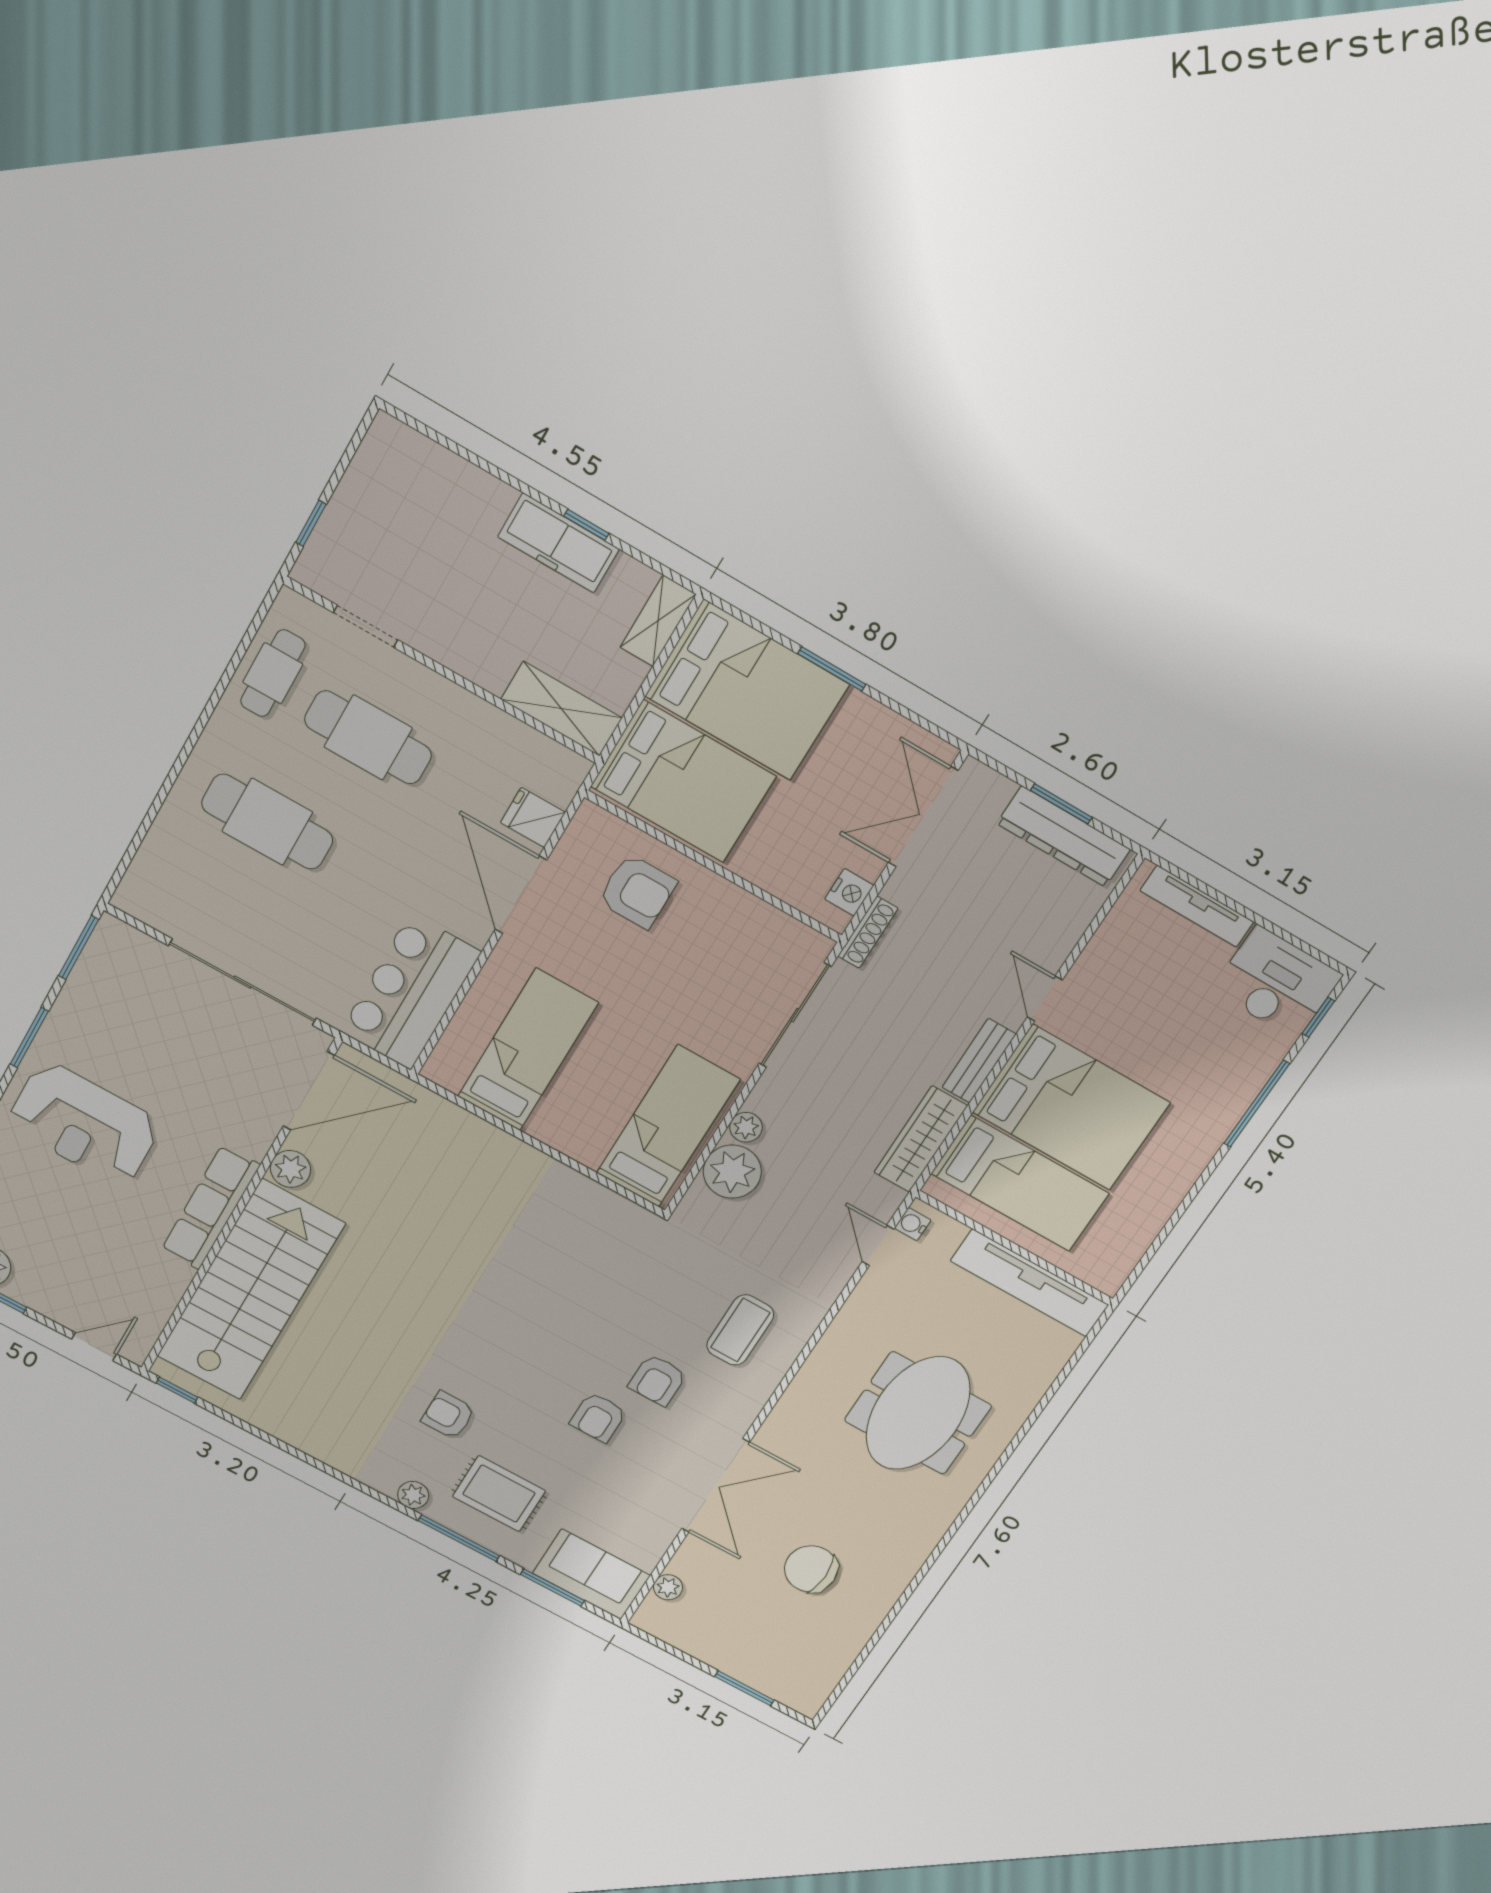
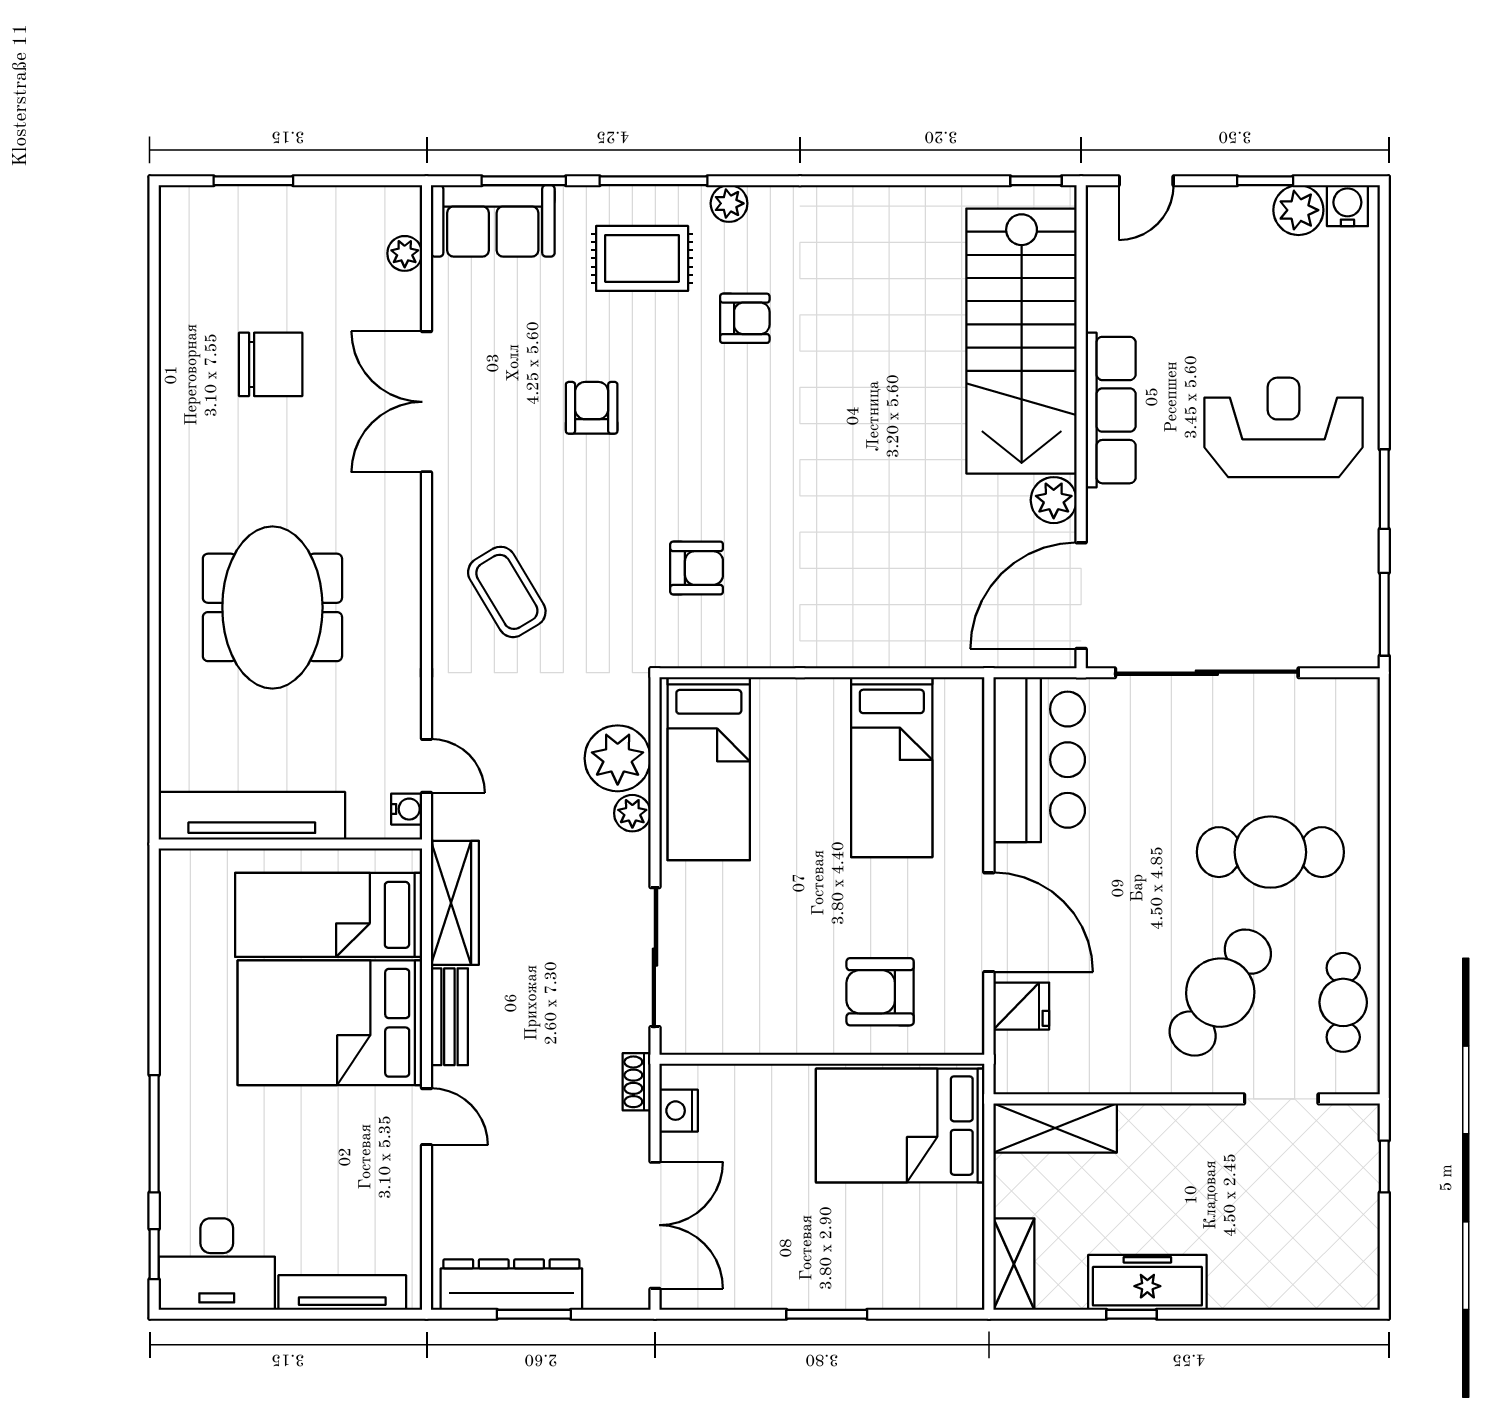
bed: (747, 690) -> (893, 1248), removed
cafe table: (368, 737) -> (1220, 993), turned -56
shoe rack: (868, 932) -> (637, 1082), width x0.70
coffee table: (740, 1330) -> (507, 592), turned -31
armchair: (657, 1380) -> (697, 568), moved, turned 90

